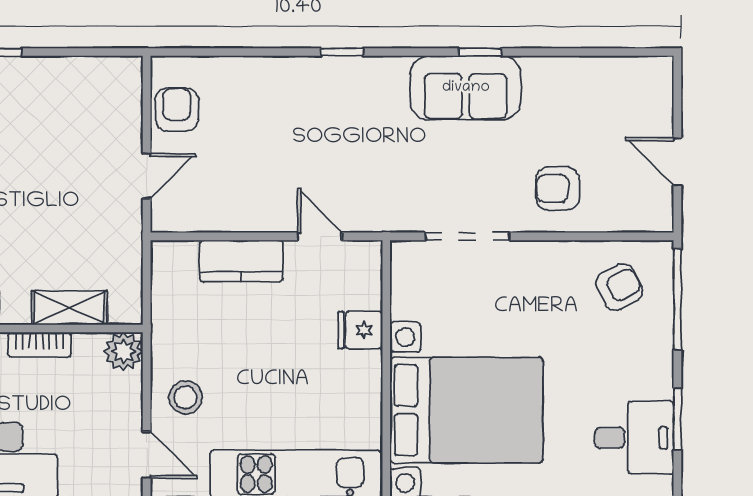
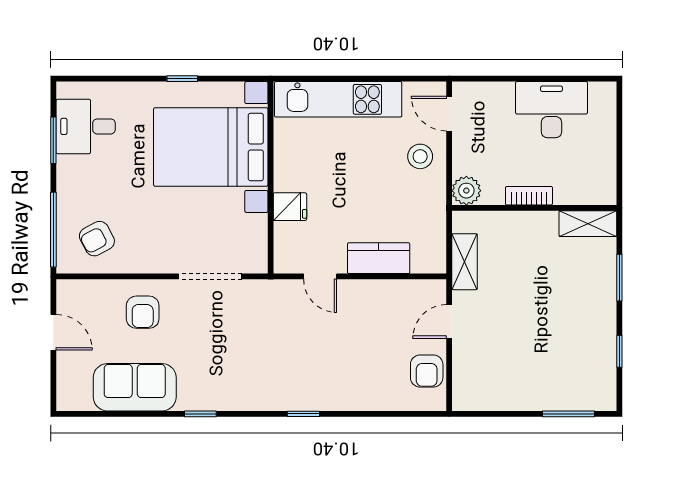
sofa: (466, 88) -> (135, 387), moved
armchair: (558, 188) -> (143, 312), turned 90
shelving: (69, 308) -> (465, 262), moved, turned 90

